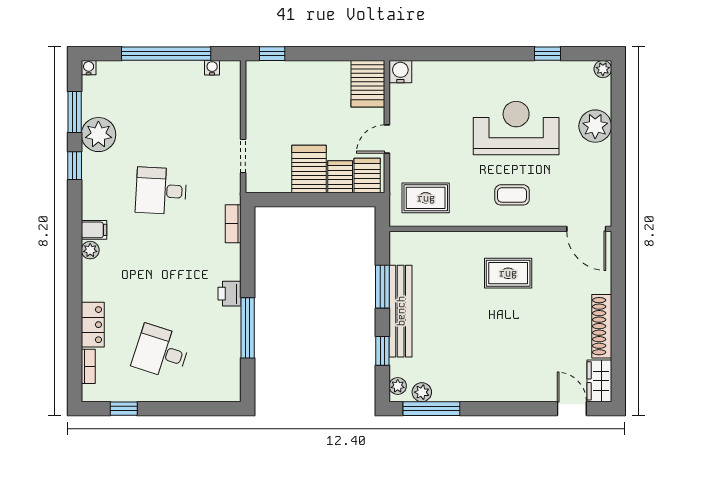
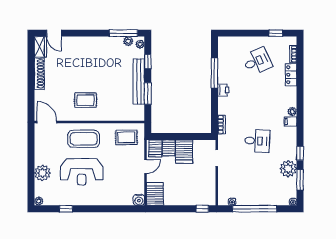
coffee table: (512, 195) -> (84, 139), width x1.86, depth x1.72
desk: (161, 352) -> (257, 61), turned -42

